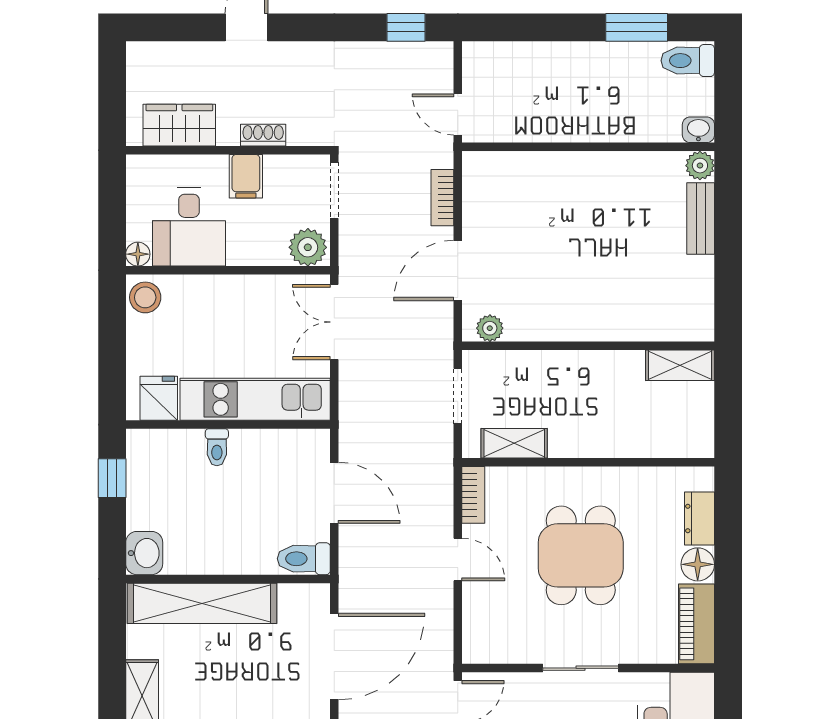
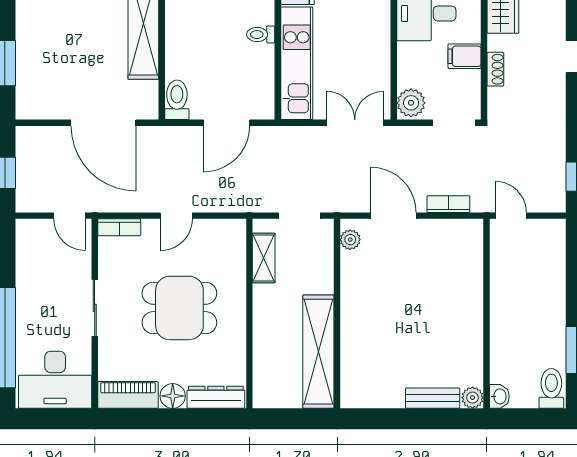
door: (458, 114) -> (511, 216), hinge flipped
shelving: (680, 365) -> (318, 352), width x2.20, depth x1.33
bookcase: (473, 495) -> (119, 227), moved
dresser: (699, 518) -> (216, 397), width x1.44

